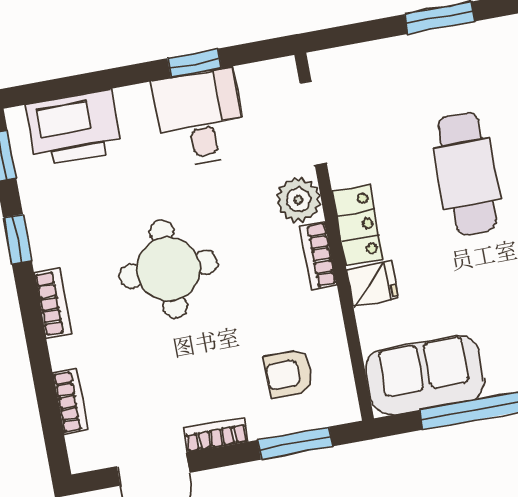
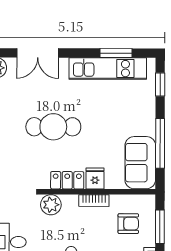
bookcase: (318, 255) -> (94, 201), moved
armchair: (289, 374) -> (128, 224), turned -90

